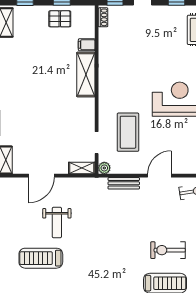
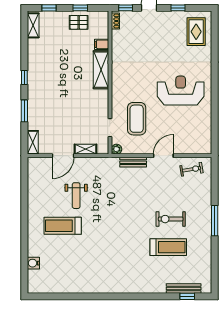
shelving: (82, 168) -> (85, 149), moved

